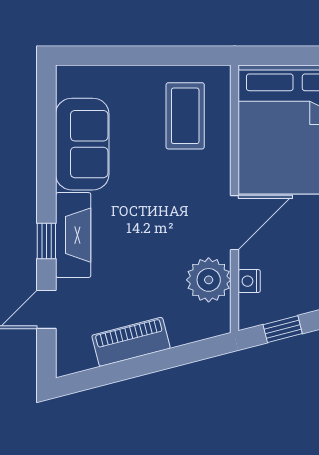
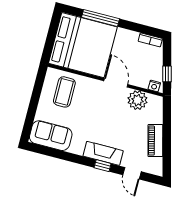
coffee table: (185, 116) -> (64, 92), turned 90
sofa: (82, 144) -> (51, 136), moved
nightstand: (249, 281) -> (154, 86), moved

